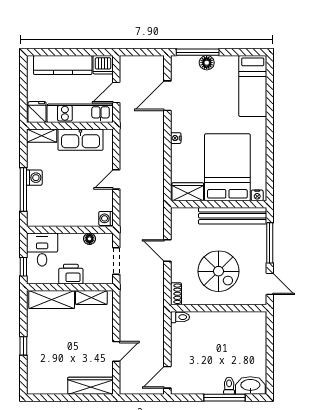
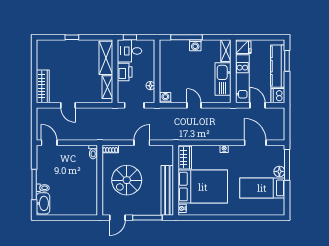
window: (56, 52) -> (287, 61), added
bed: (253, 86) -> (262, 188), moved
desk: (42, 250) -> (129, 51), moved, turned 180

